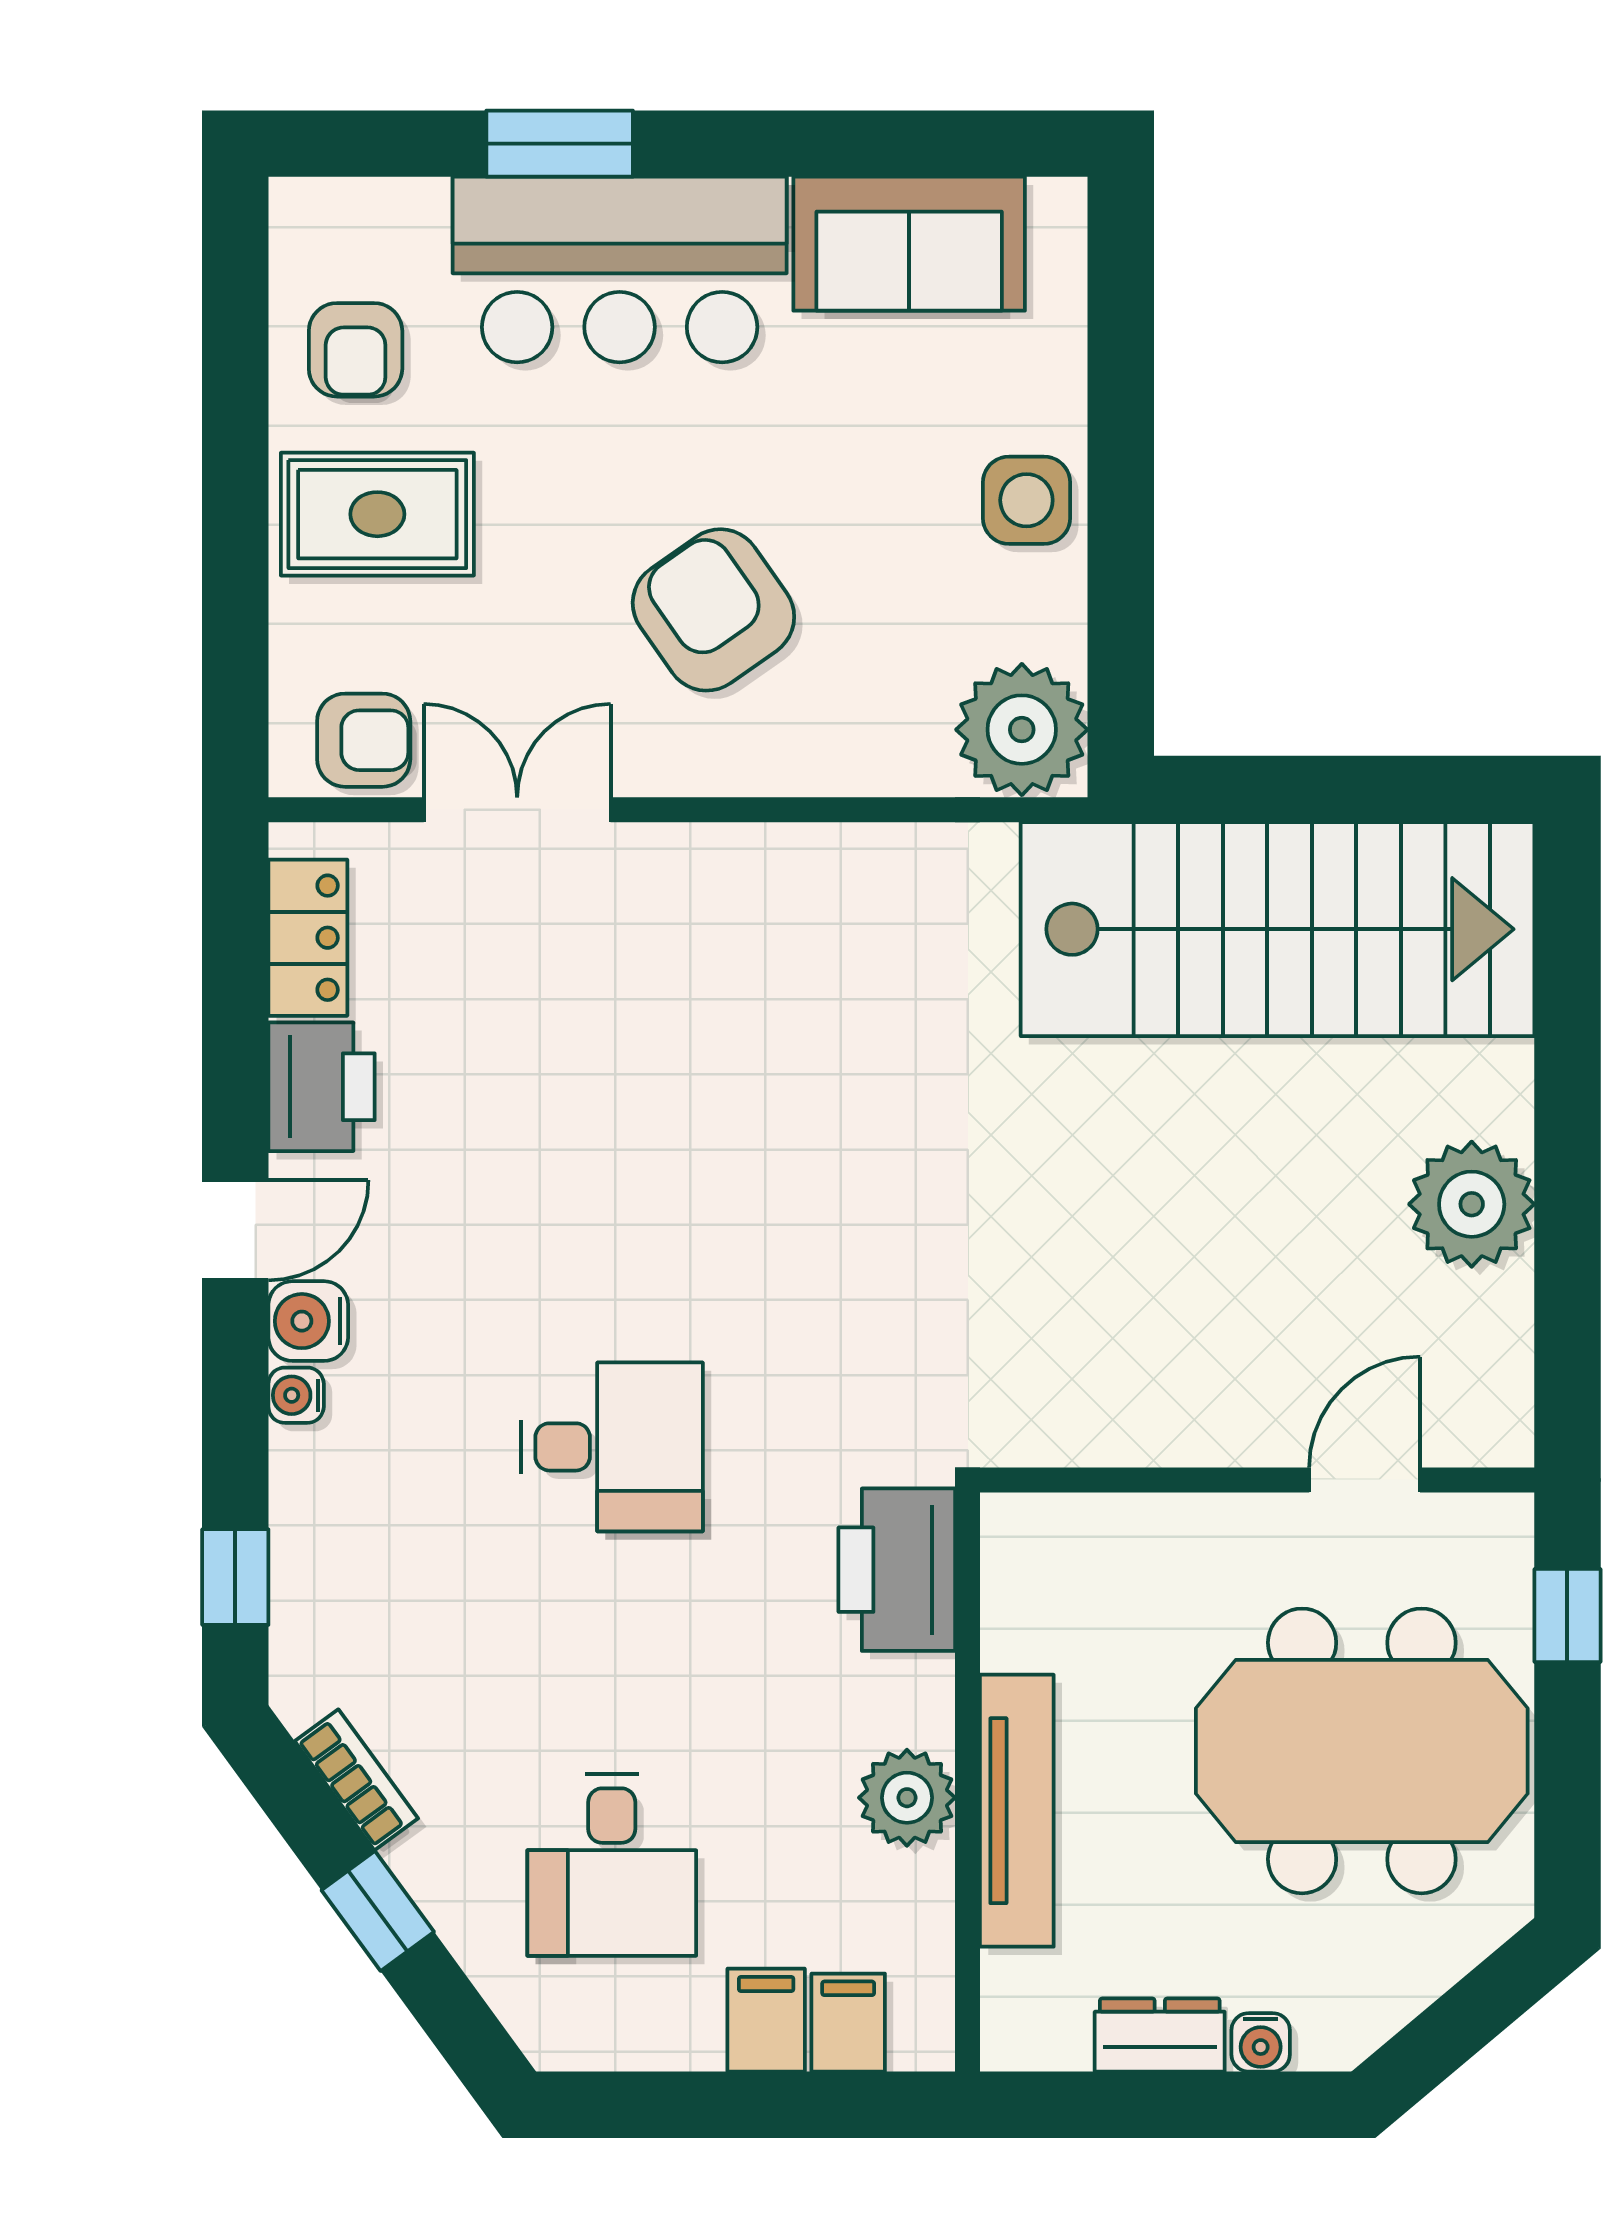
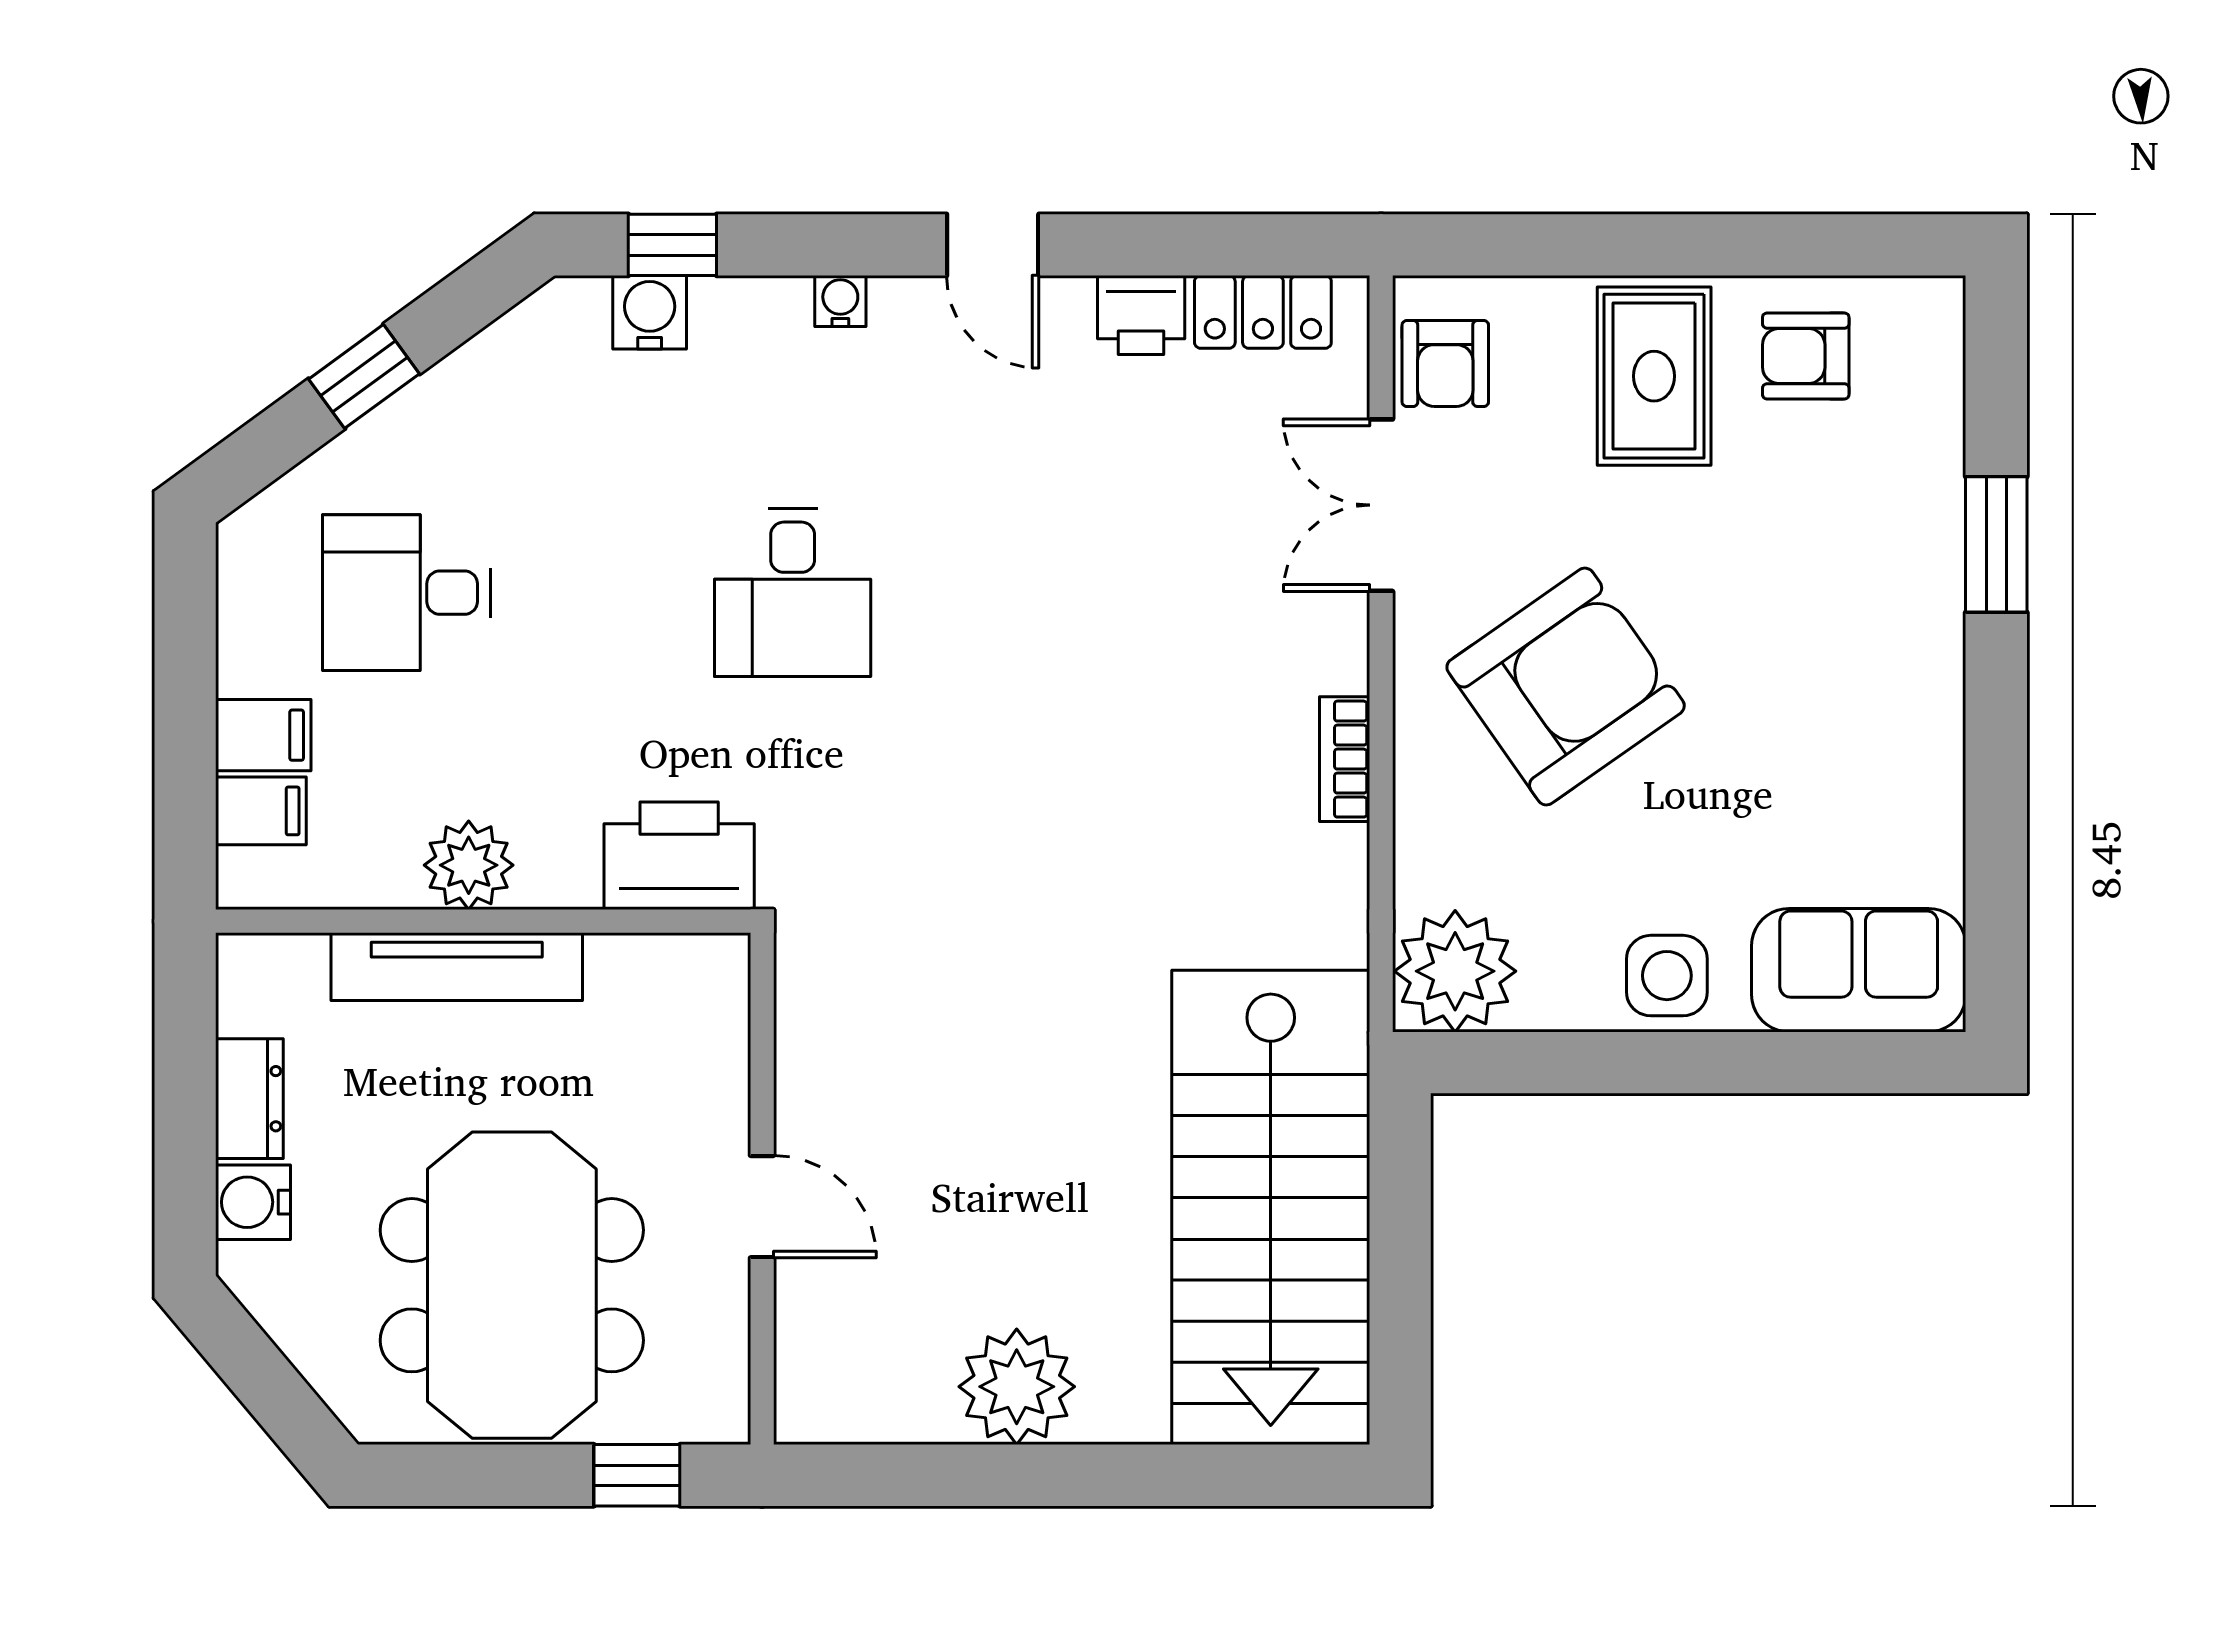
sofa: (909, 244) -> (1859, 970), moved, turned 90
bar counter: (620, 270) -> (1880, 600), removed
armchair: (713, 610) -> (1566, 687), width x1.36, depth x1.36
double door: (517, 810) -> (1381, 505), swing flipped
printer: (322, 1087) -> (1141, 315), width x0.73, depth x0.81
water cooler: (308, 1321) -> (650, 312), moved
door: (1365, 1480) -> (762, 1207), moved
bookcase: (356, 1780) -> (1345, 759), moved, turned 126
water cooler: (1261, 2042) -> (253, 1202), width x1.38, depth x1.38

